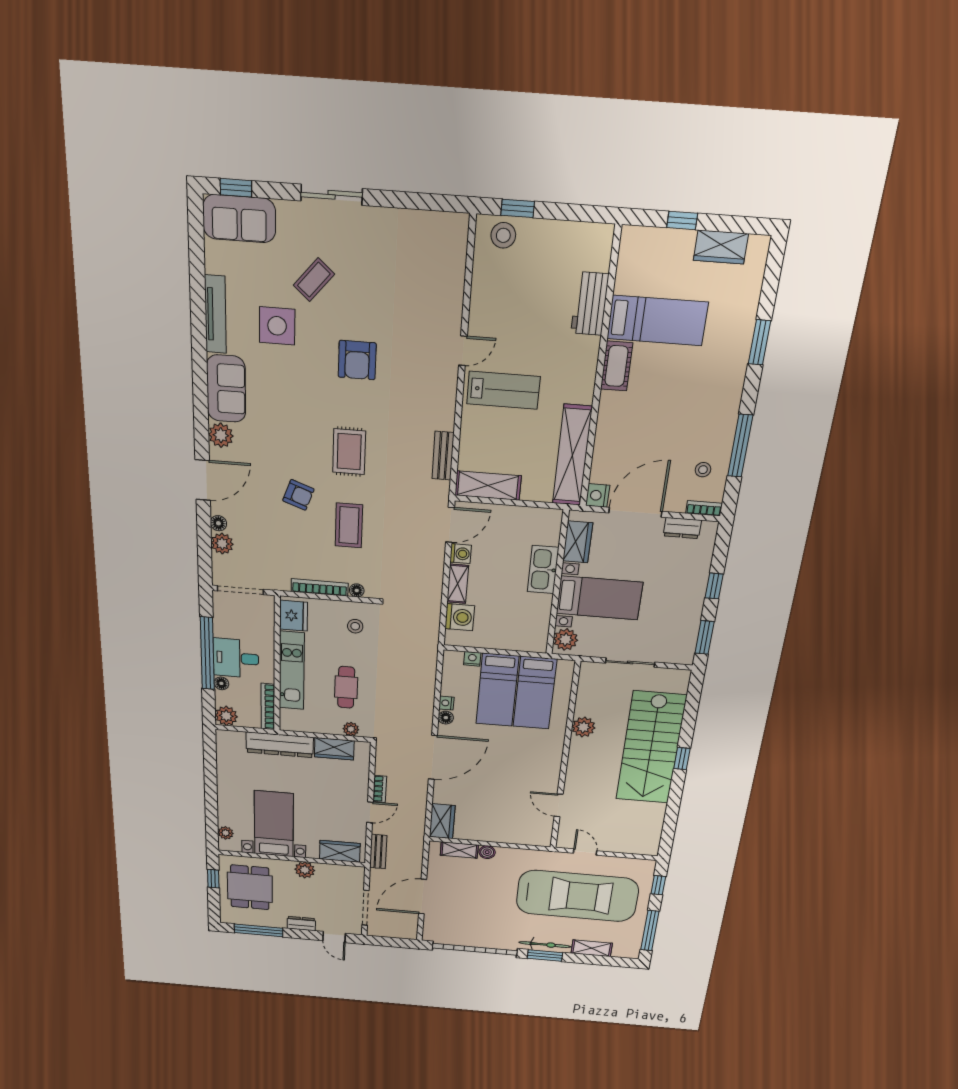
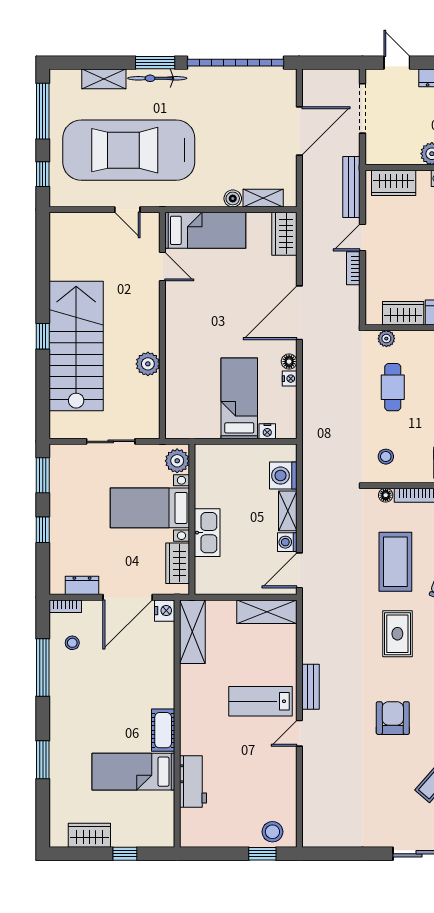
shelving: (572, 455) -> (192, 632), width x0.68
bench: (443, 456) -> (311, 687), moved
coffee table: (349, 525) -> (395, 562), width x1.36, depth x1.32
bed: (535, 693) -> (205, 230), moved, turned 90
bench: (378, 852) -> (351, 187), width x1.36

